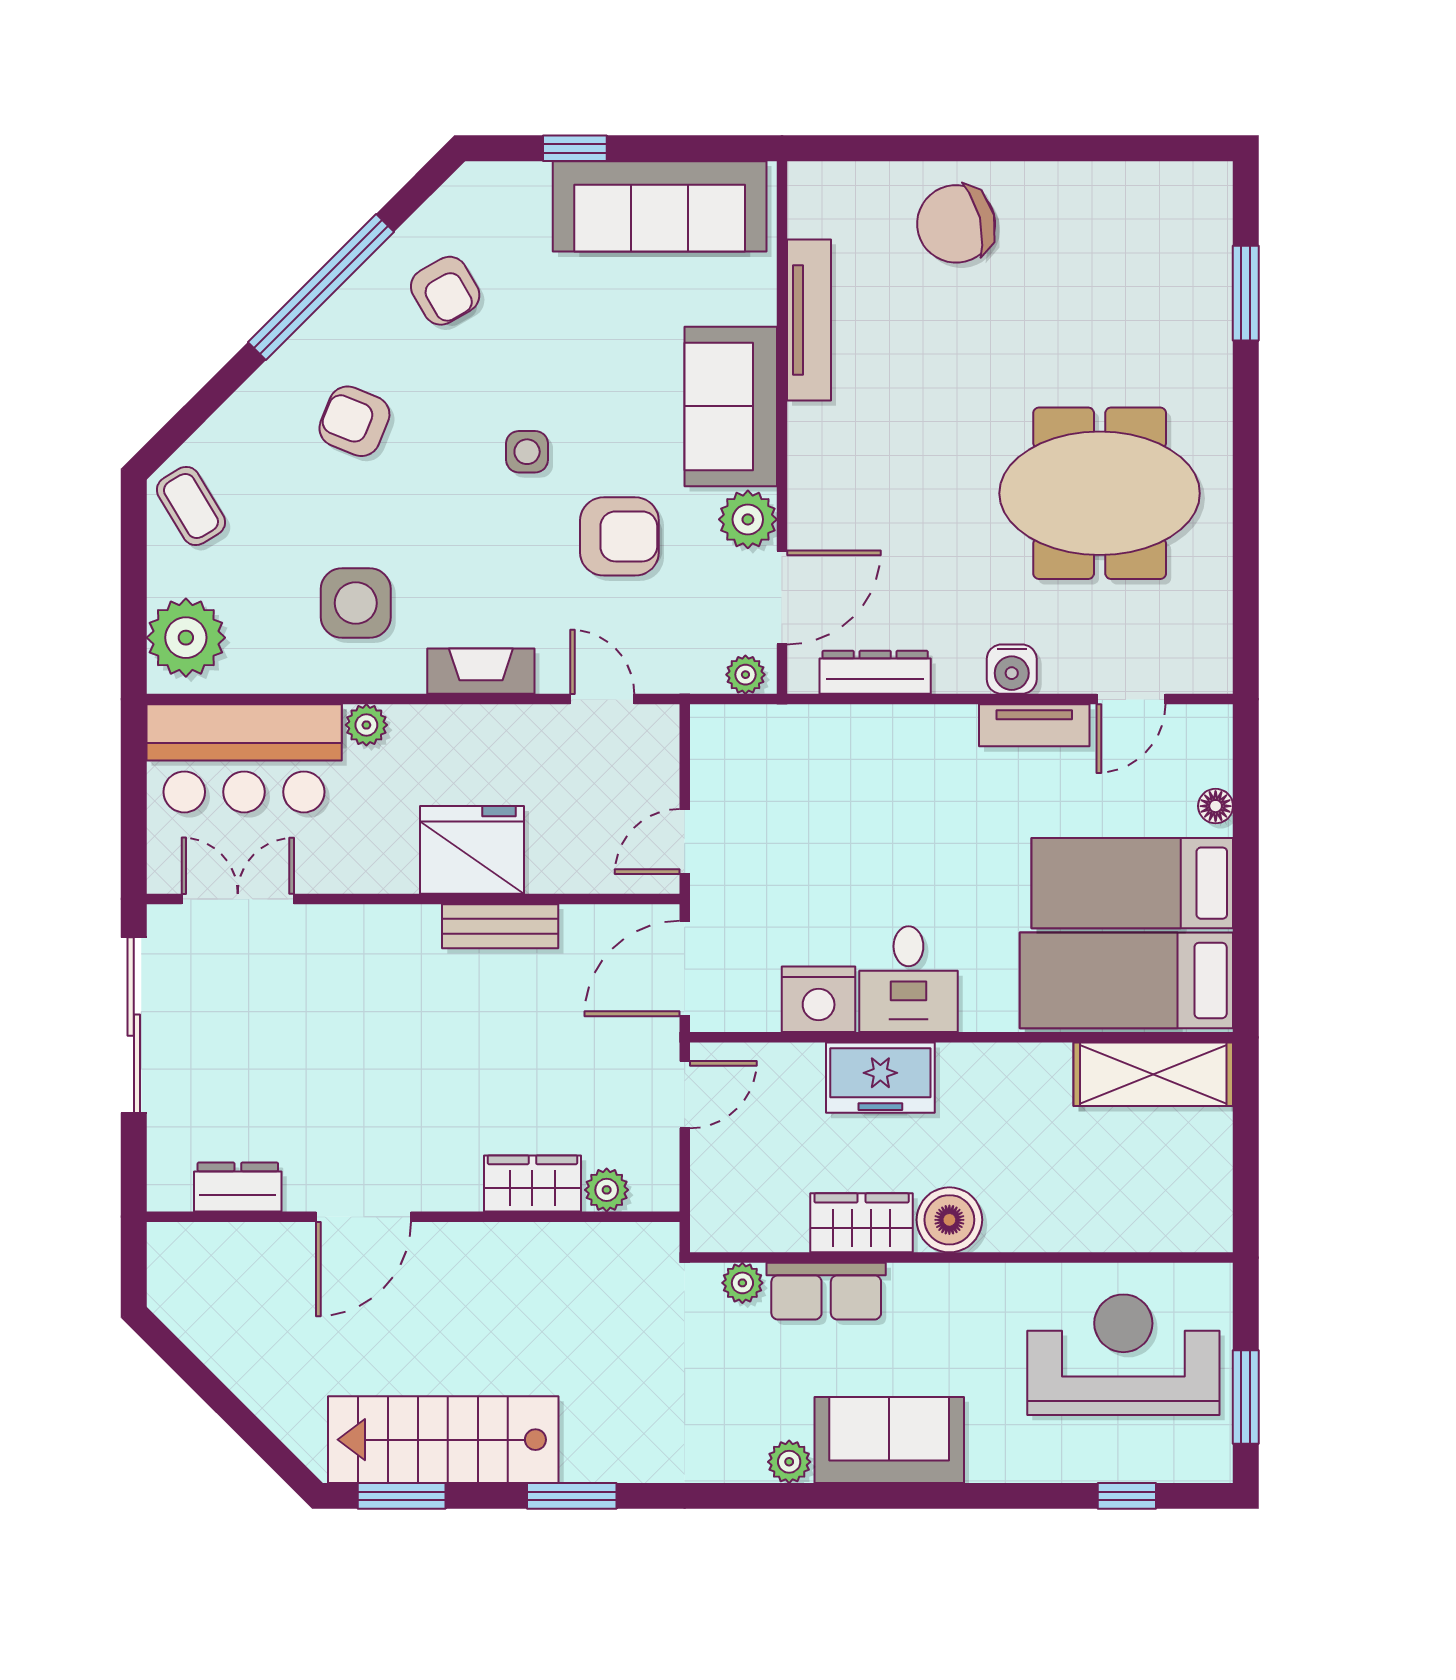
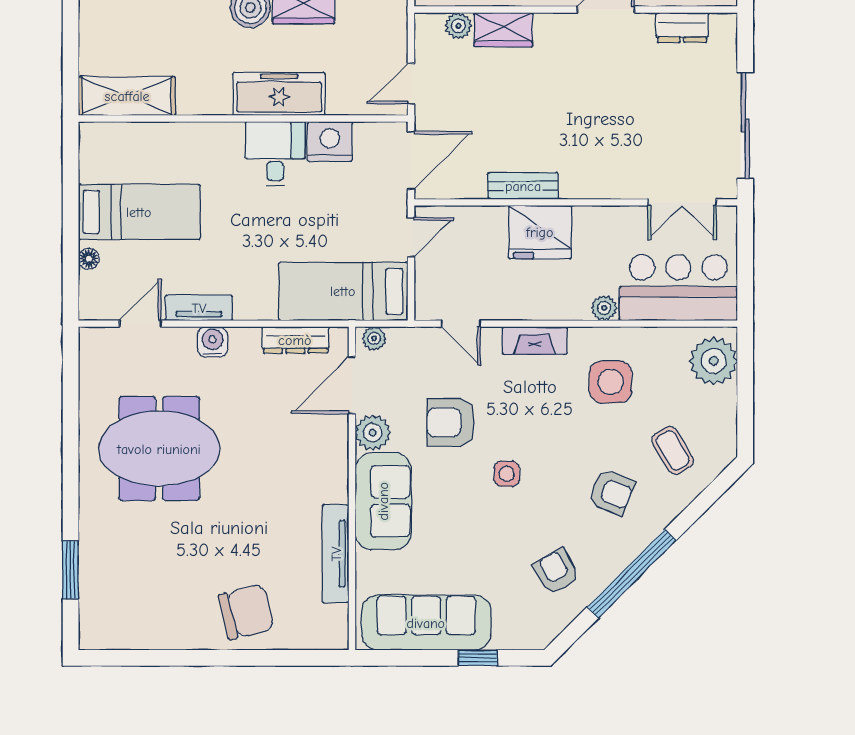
coffee table: (191, 506) -> (673, 450), moved
bed: (1126, 980) -> (343, 291), moved, turned 180
freezer: (880, 1078) -> (279, 94), width x1.40

